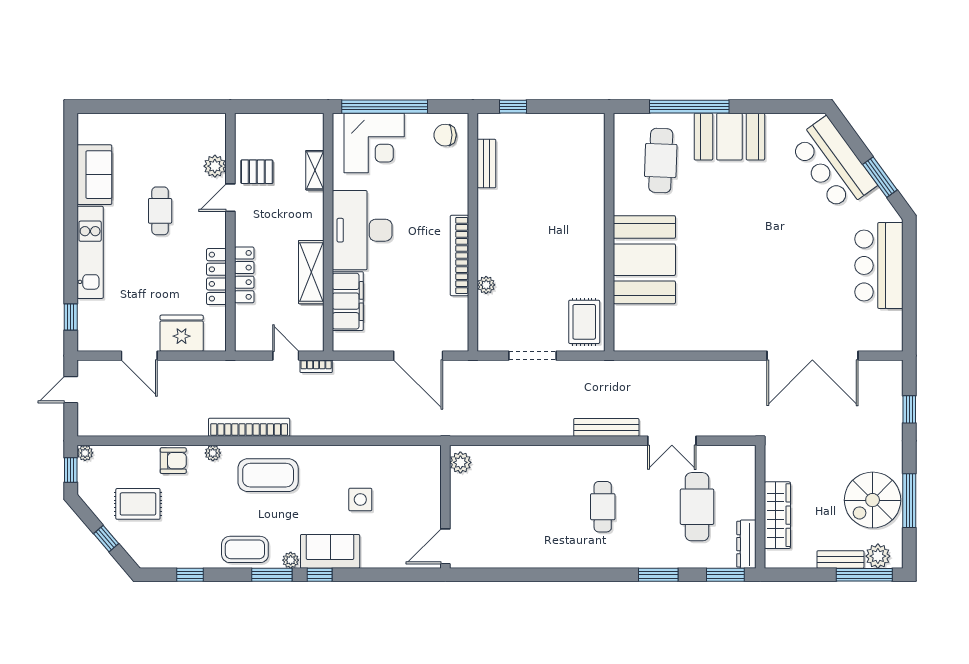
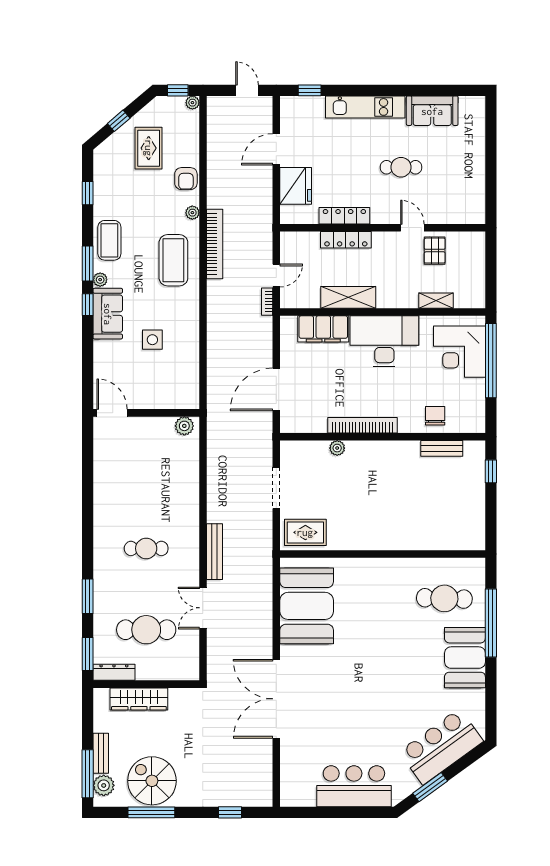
chair: (445, 135) -> (435, 416), moved
plant: (215, 166) -> (440, 214), removed
booth: (644, 260) -> (307, 606), moved, turned 90
double door: (812, 356) -> (276, 699), moved

